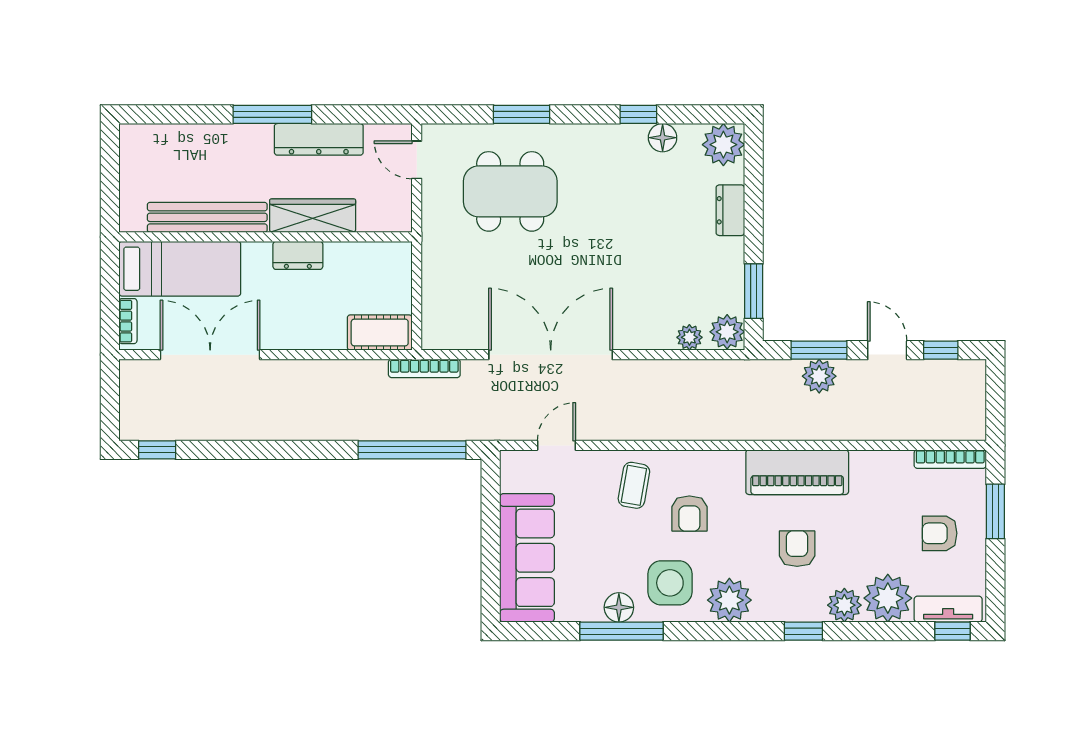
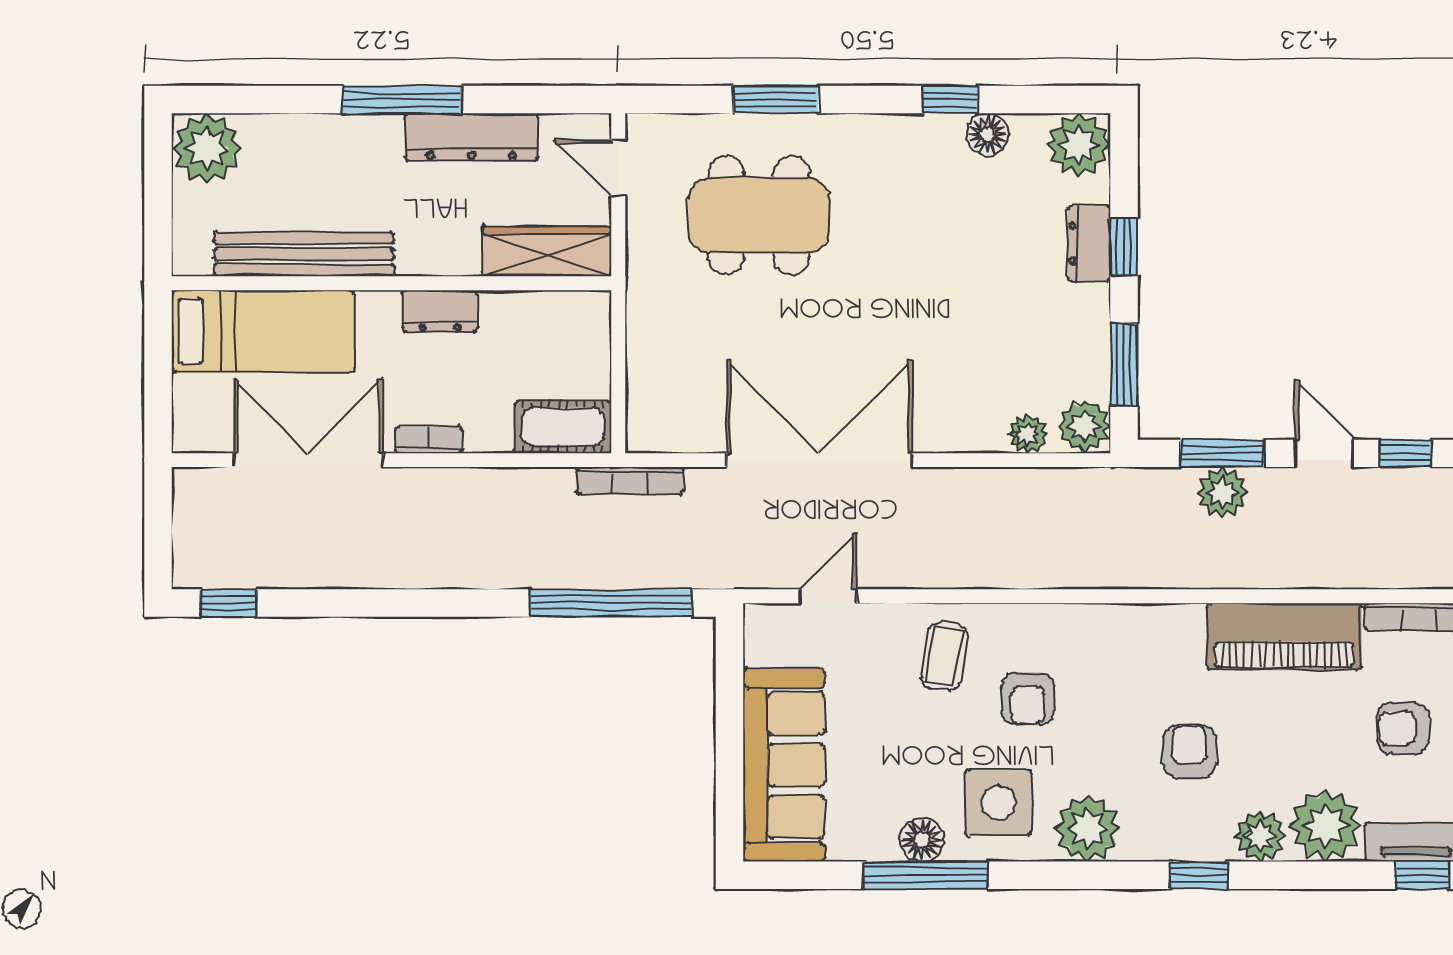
plant: (142, 147) -> (207, 148), added
window: (754, 213) -> (1124, 247), added
wardrobe: (313, 216) -> (547, 251), moved
bookcase: (128, 321) -> (429, 440), moved, turned -90
piano: (797, 472) -> (1284, 637), moved

